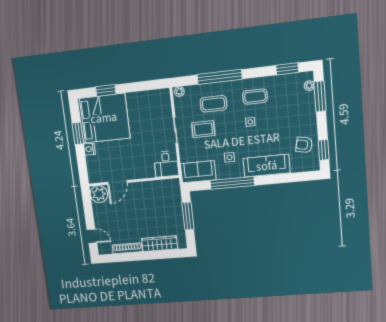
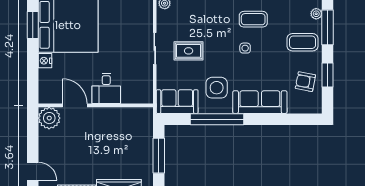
coffee table: (214, 104) -> (303, 42), moved
window: (78, 133) -> (33, 25), moved
window: (324, 150) -> (327, 75), moved
side table: (229, 157) -> (217, 88), width x1.87, depth x1.87
desk: (166, 164) -> (106, 88), moved
door: (117, 182) -> (75, 105), swing flipped

